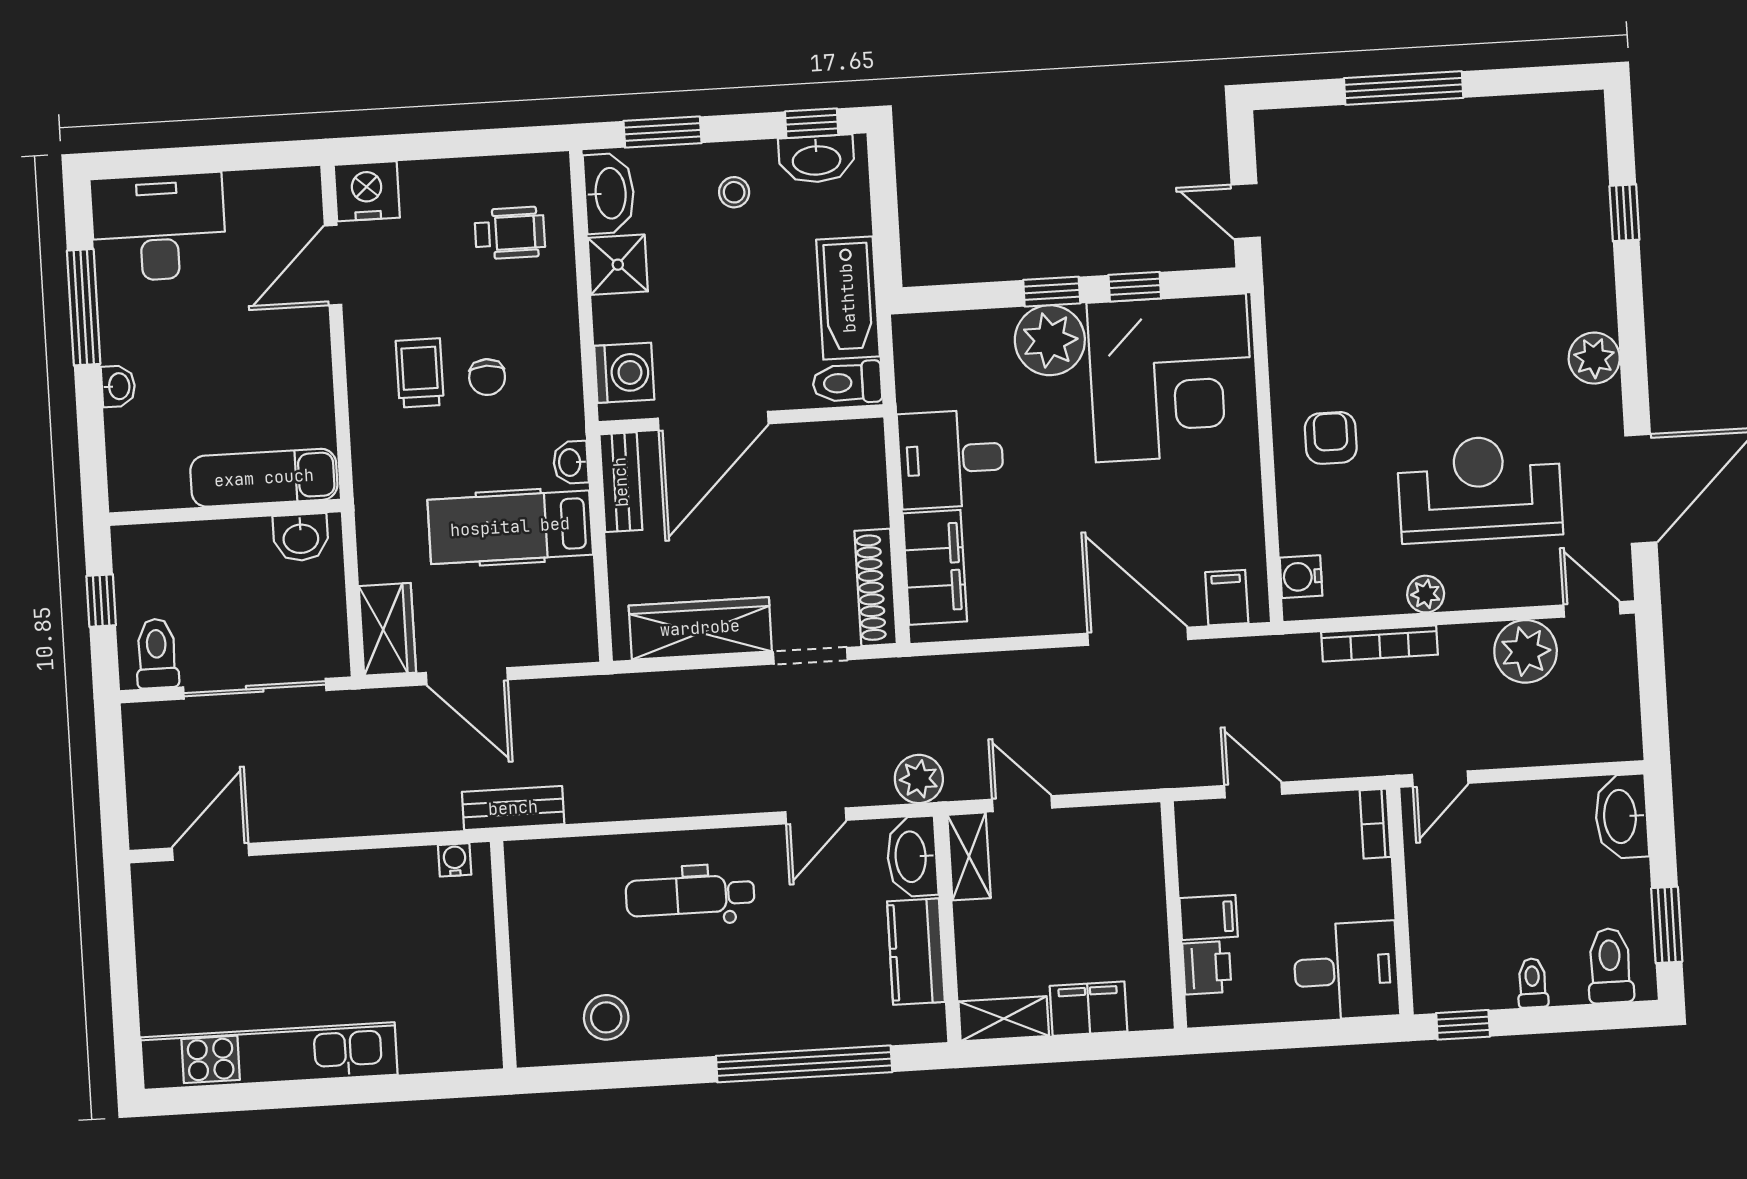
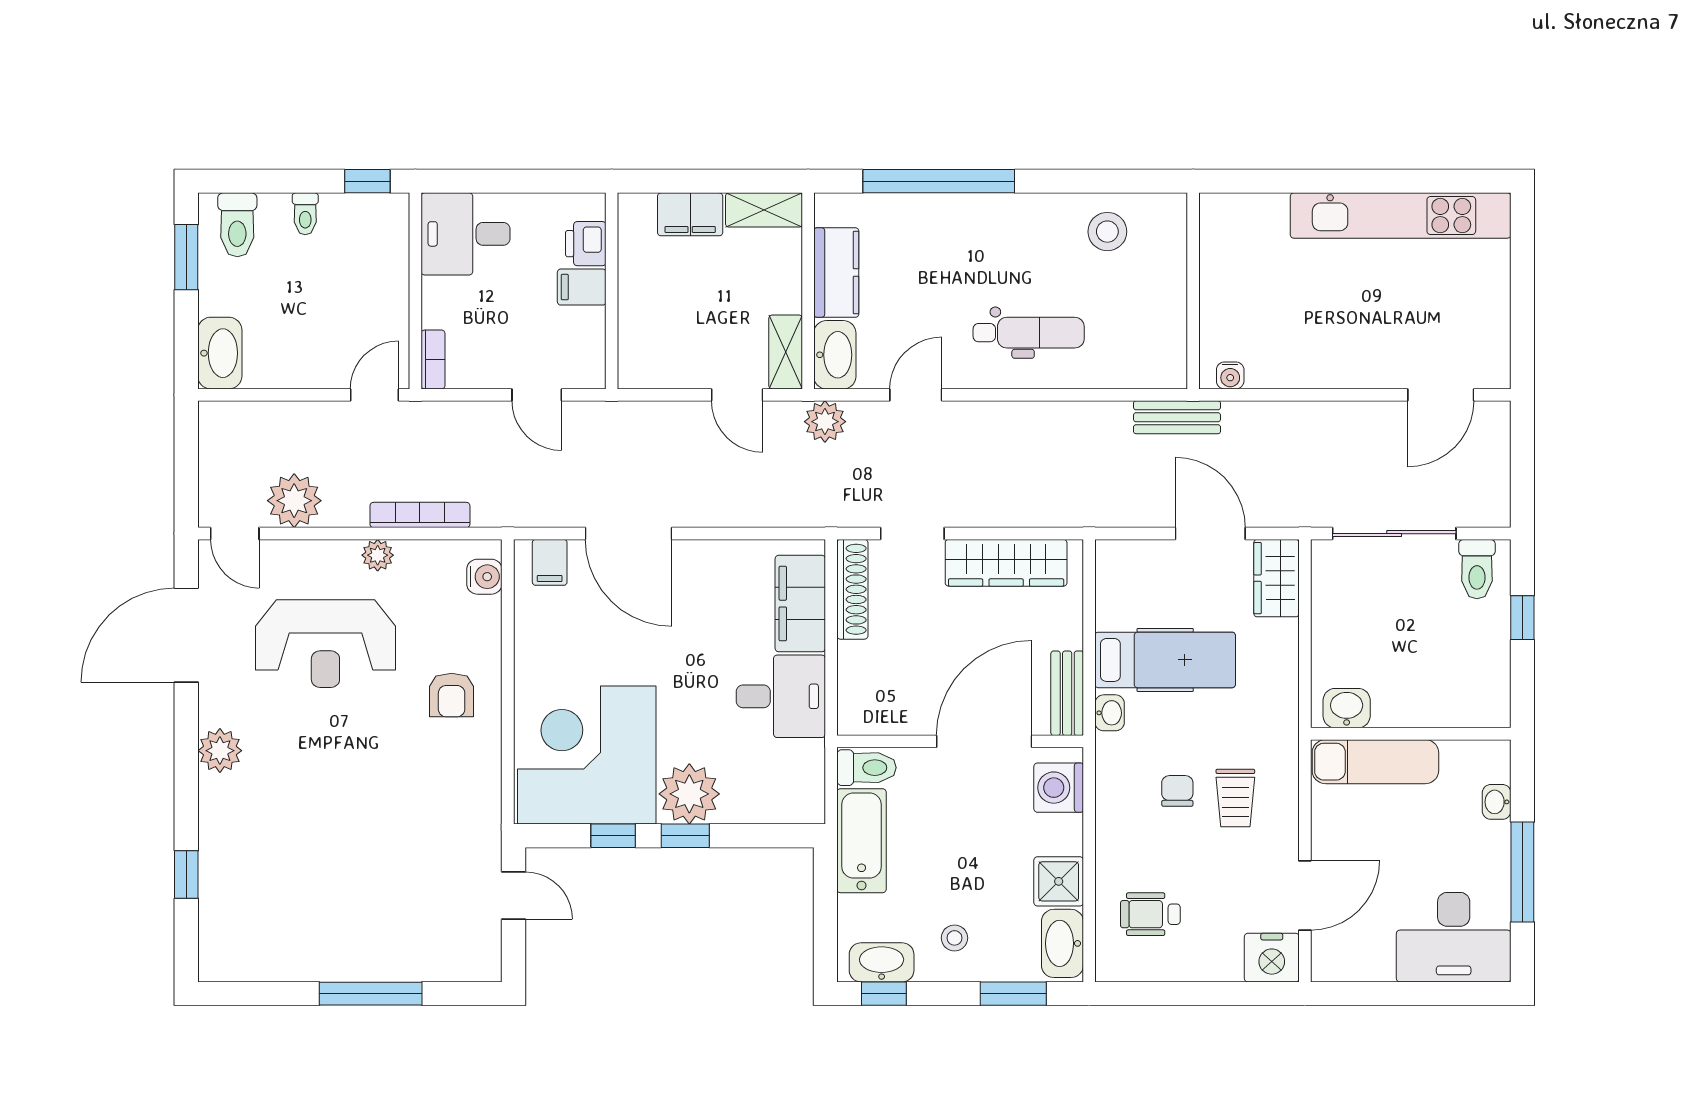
exam couch: (264, 478) -> (1375, 762), moved
wall: (225, 512) -> (1411, 734), moved
washbasin: (301, 537) -> (1347, 708), moved

